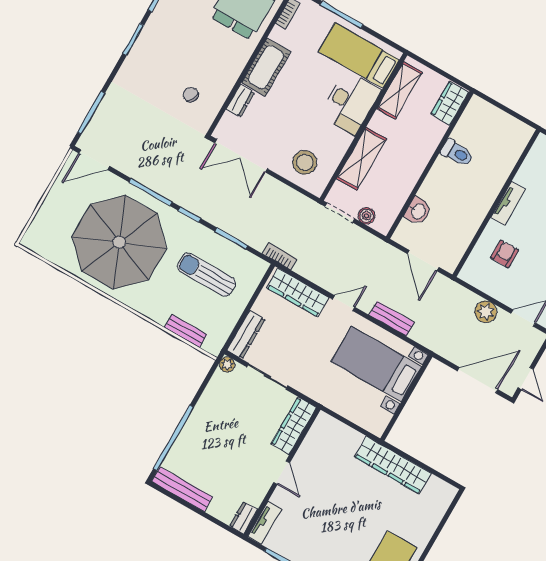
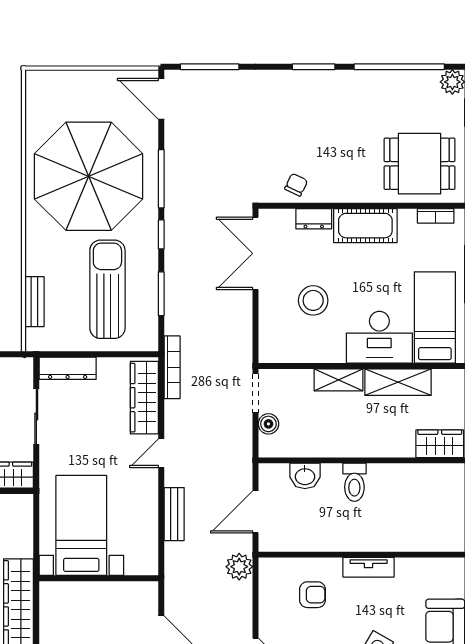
shelving: (399, 90) -> (398, 382), moved
chair: (191, 95) -> (296, 185), moved
toilet: (457, 153) -> (354, 482), moved
shelving: (361, 159) -> (339, 380), width x0.67, depth x0.75
stool: (305, 162) -> (313, 300), moved
bookcase: (280, 256) -> (172, 367), width x1.56
sun lounger: (206, 275) -> (107, 289), width x1.36, depth x1.34
door: (344, 303) -> (161, 453), swing flipped
plant: (486, 312) -> (239, 567), moved
bed with nightstands: (376, 364) -> (81, 525), moved
plant: (227, 365) -> (24, 366), removed

